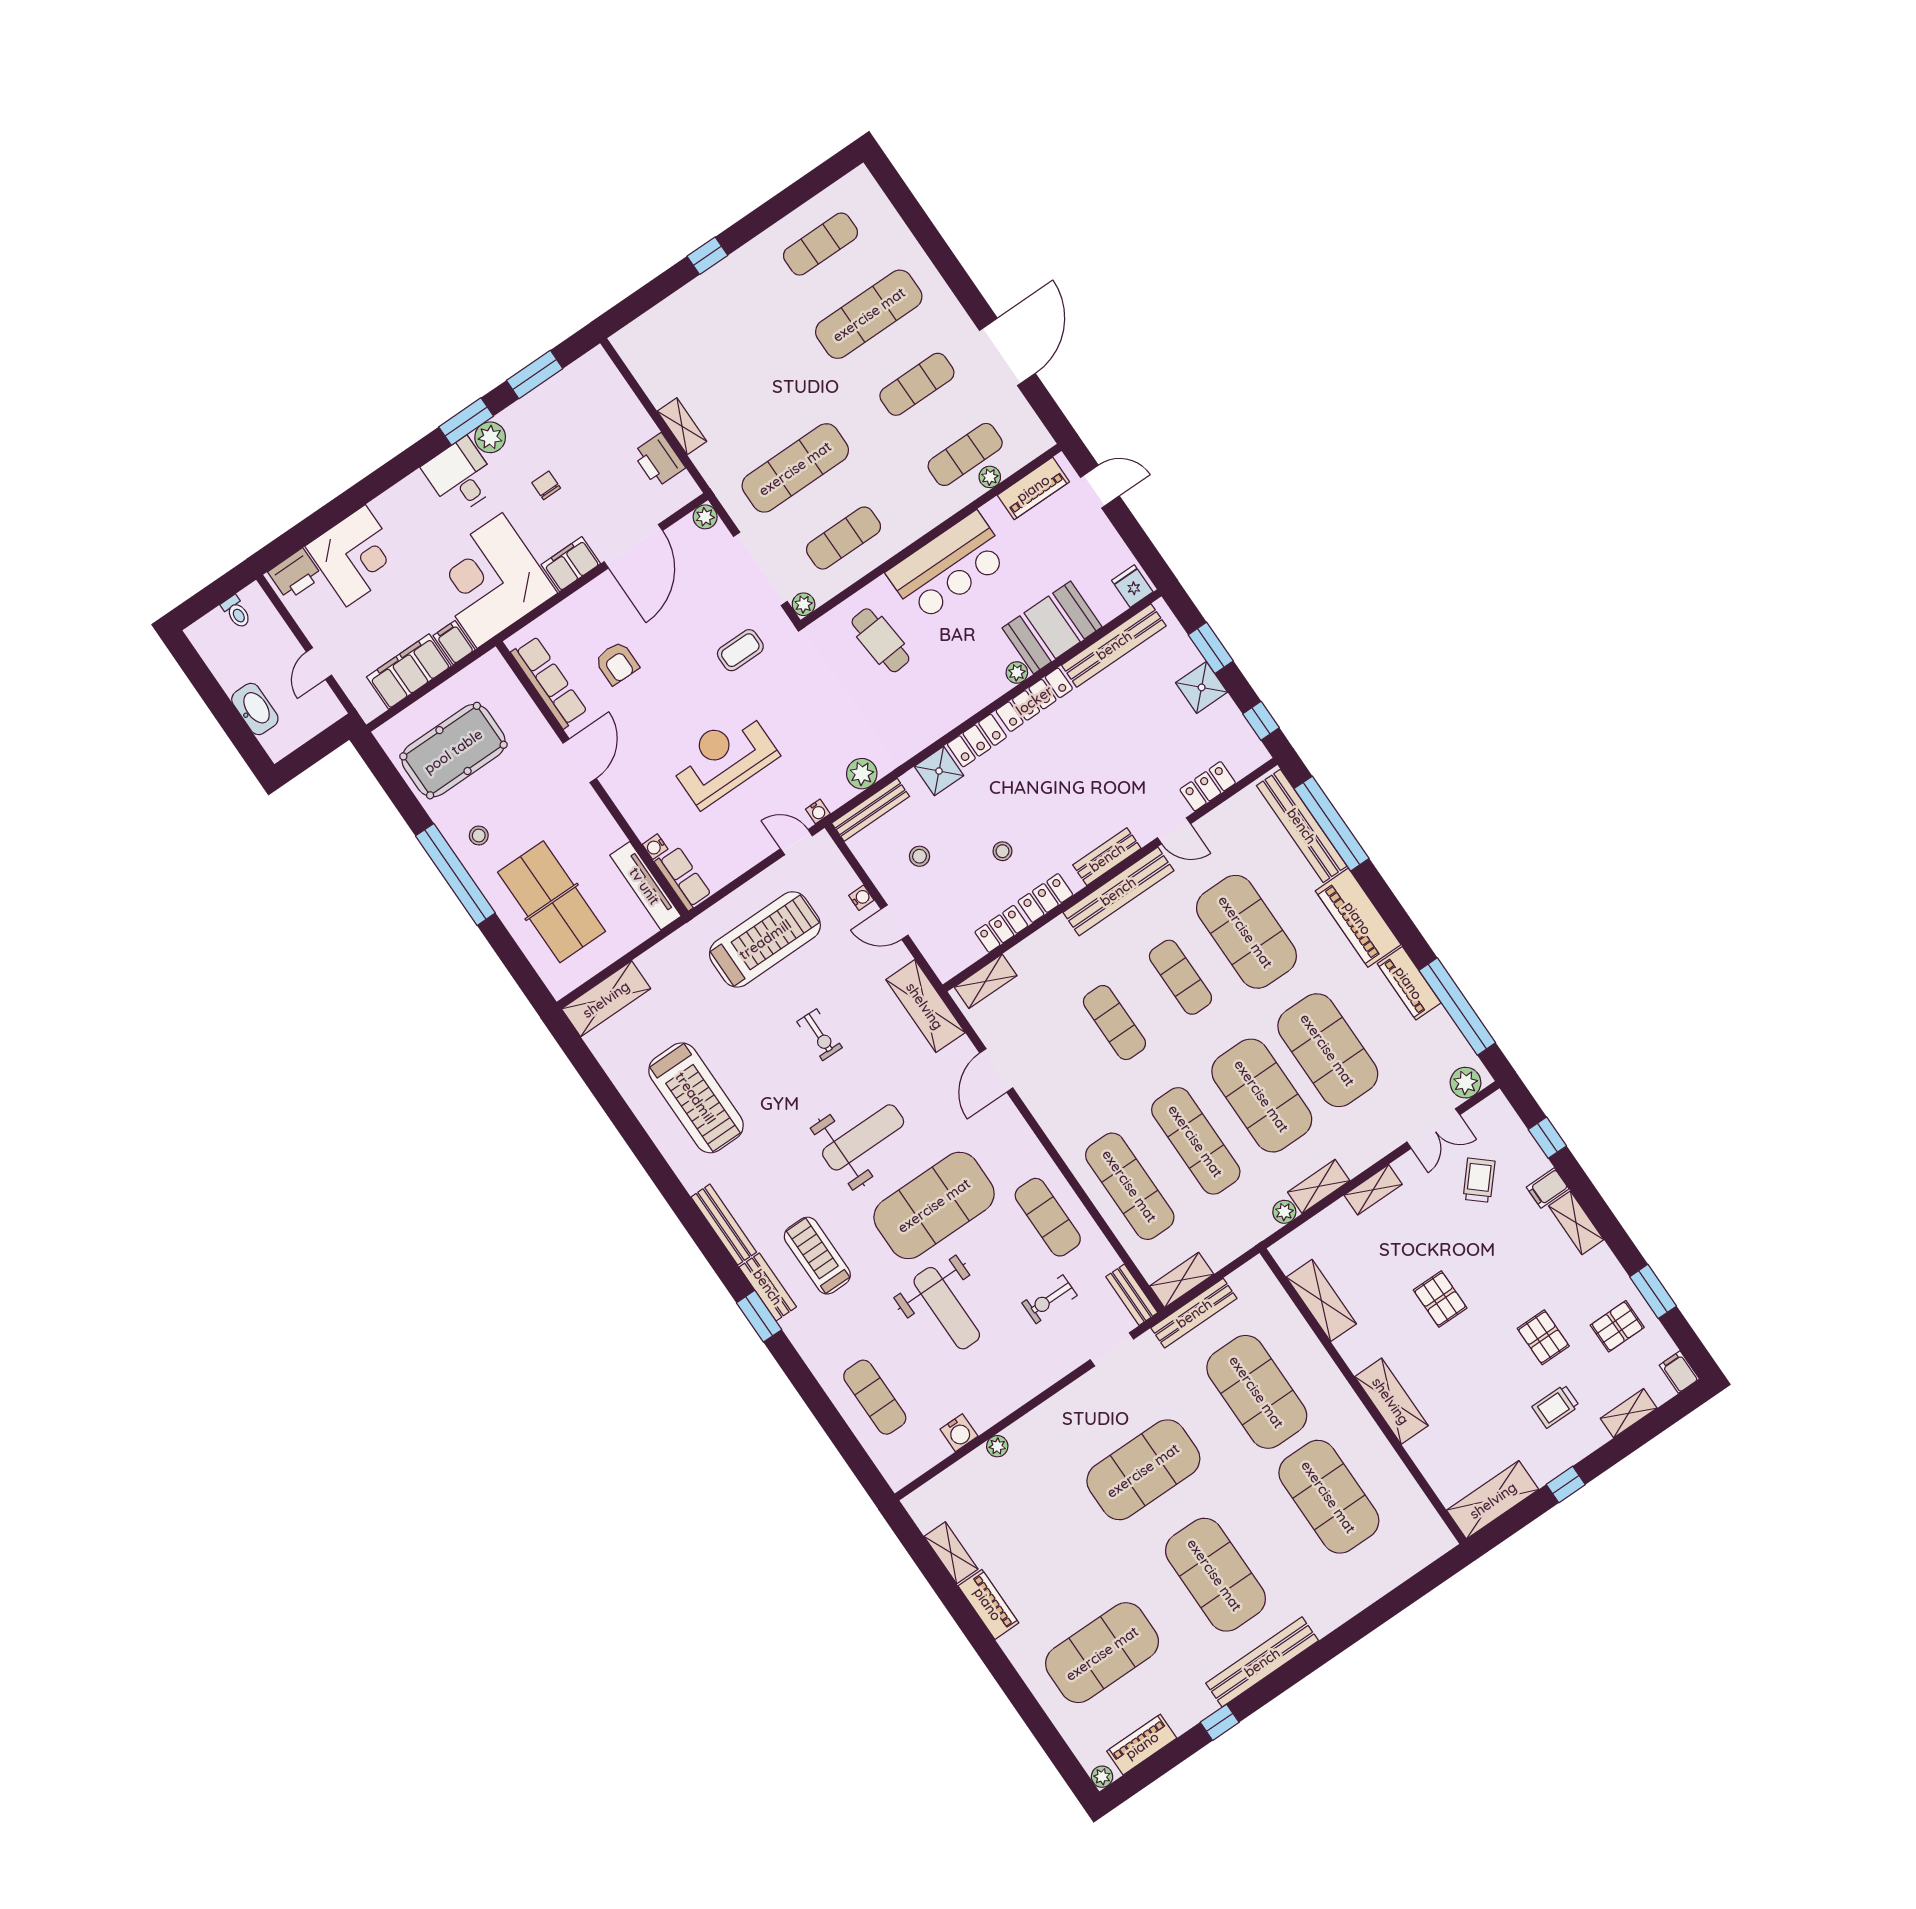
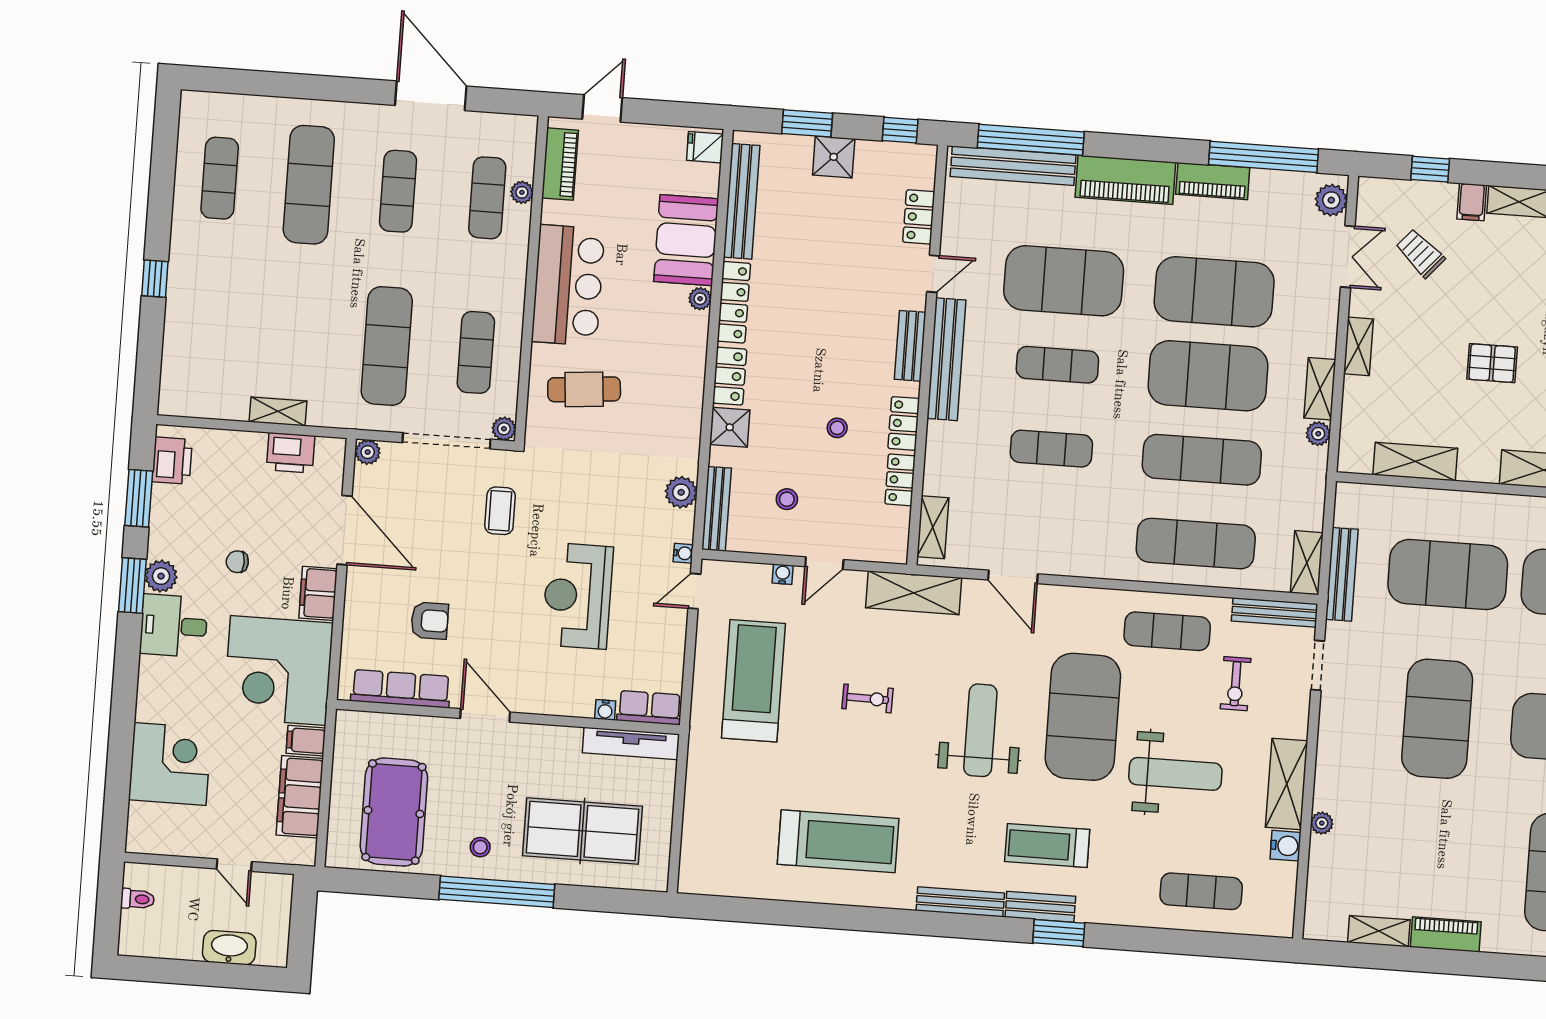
printer: (295, 574) -> (172, 461), moved
shelving: (606, 999) -> (1287, 784), moved
bench: (1132, 1295) -> (1275, 612), width x1.36

